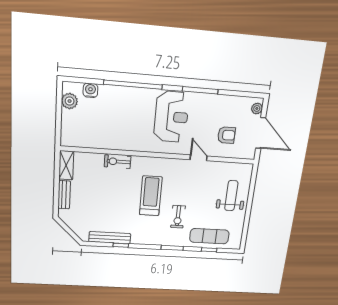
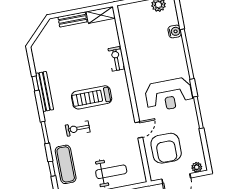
water cooler: (90, 90) -> (175, 32), moved
armchair: (226, 135) -> (166, 148), width x1.88, depth x1.88
treadmill: (151, 196) -> (92, 97), turned 180
bench: (110, 238) -> (44, 91), moved

